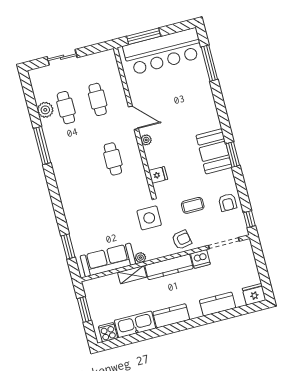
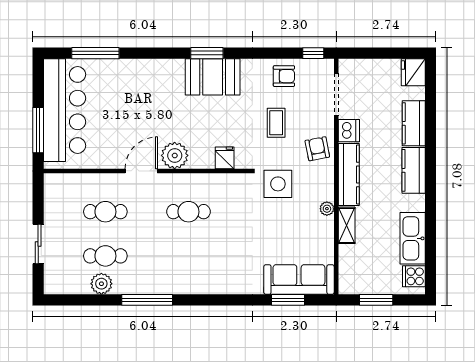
plant: (146, 140) -> (175, 155), width x1.88, depth x1.88
window: (233, 155) -> (207, 53), moved
sofa: (108, 260) -> (299, 279), moved, turned 90
kitchen counter: (171, 316) -> (414, 170), moved

